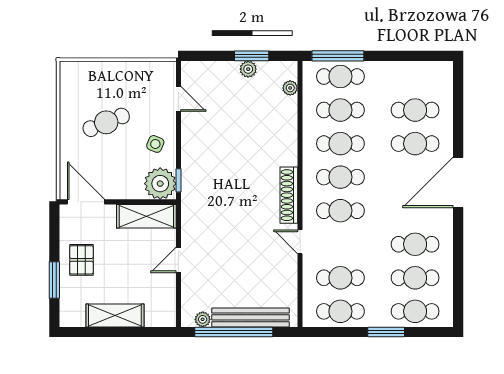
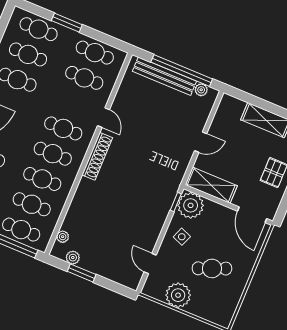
plant: (248, 69) -> (73, 258), moved
plant: (132, 76) -> (178, 295), added

